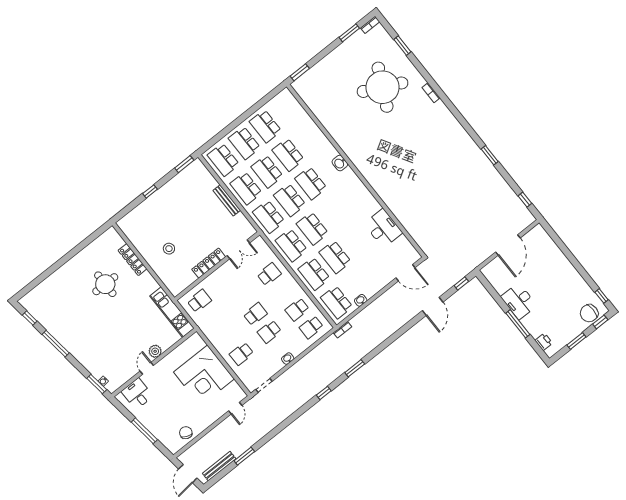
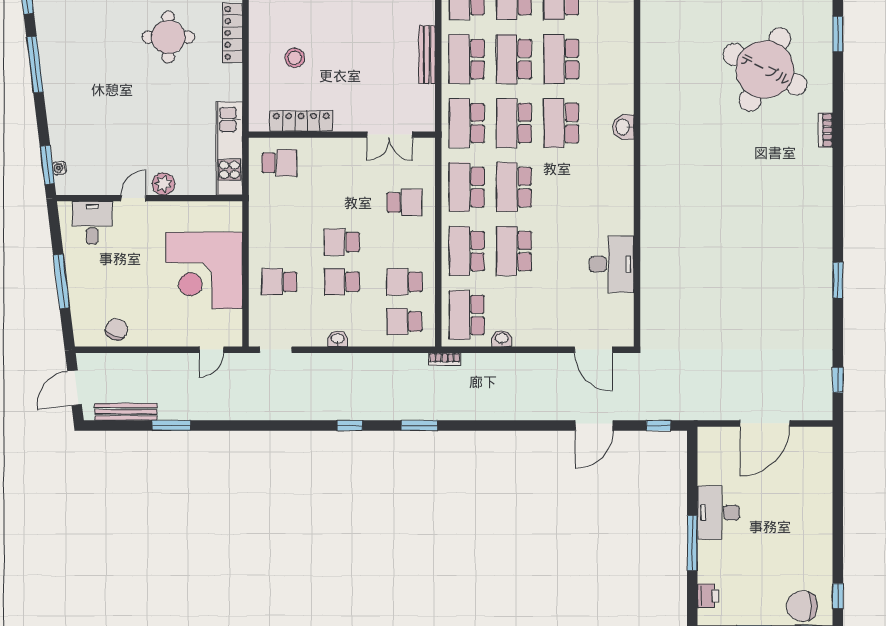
locker: (209, 263) -> (301, 121), moved
school desk: (255, 314) -> (342, 242), turned 180

